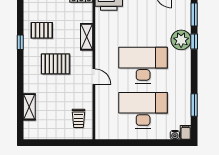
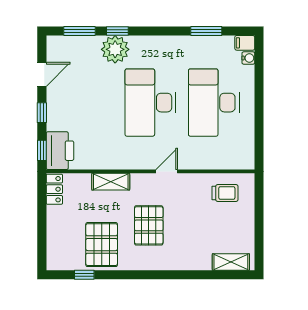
pallet: (42, 30) -> (102, 245), width x1.50, depth x1.42
window: (20, 42) -> (84, 275), moved
shelving: (29, 107) -> (231, 262), moved

